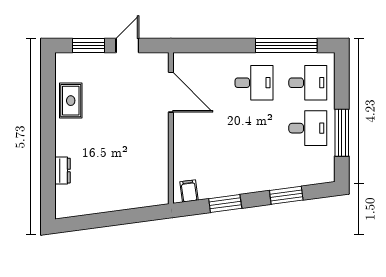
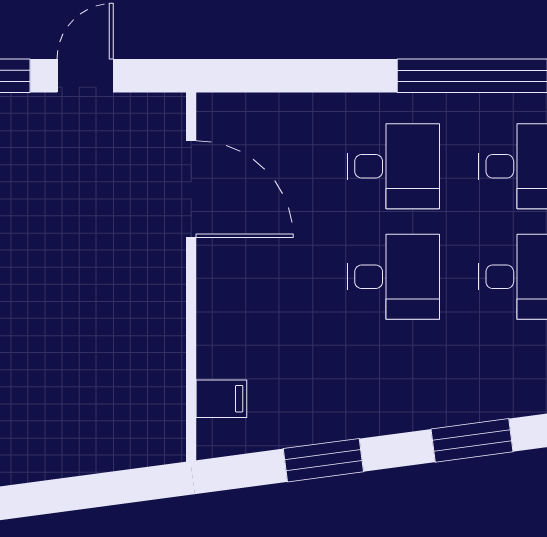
desk: (254, 128) -> (393, 277), added
filing cabinet: (189, 191) -> (221, 399), moved, turned 98

